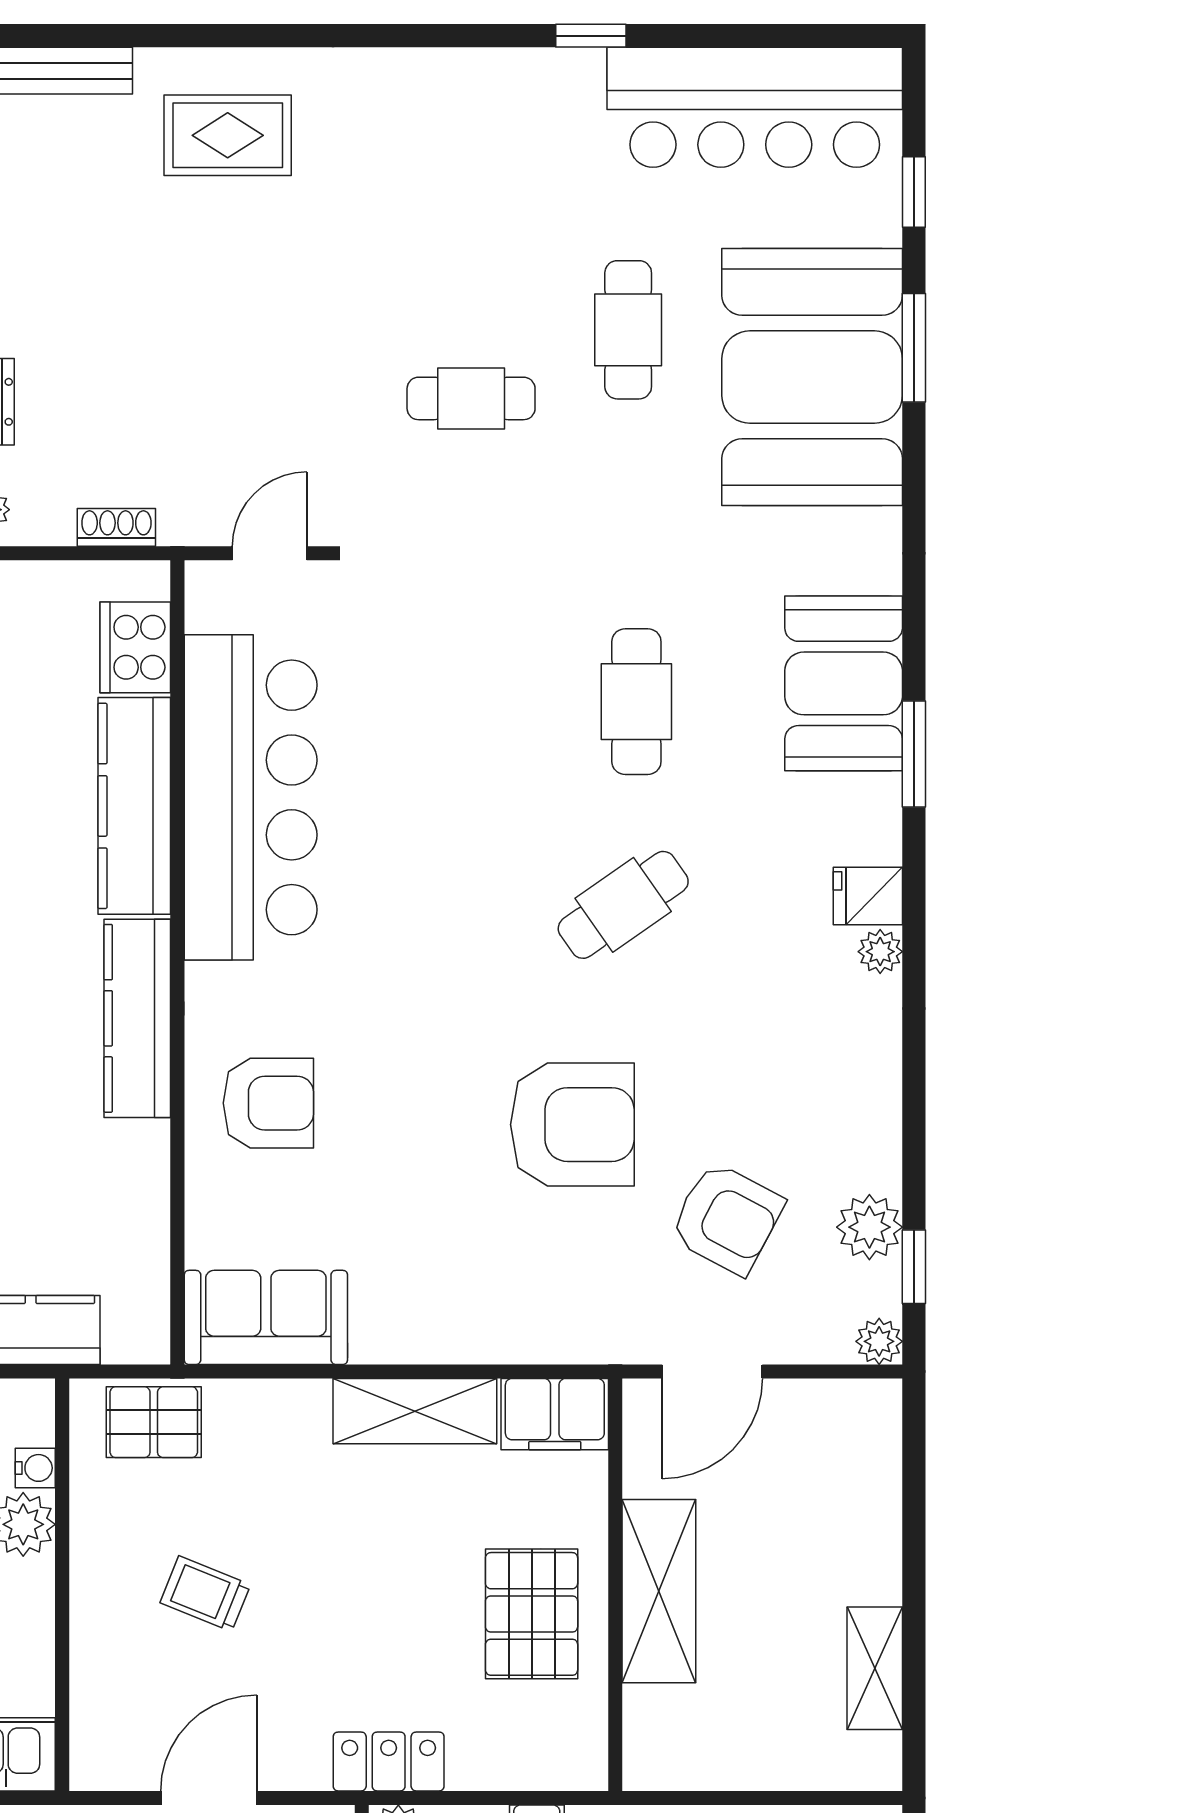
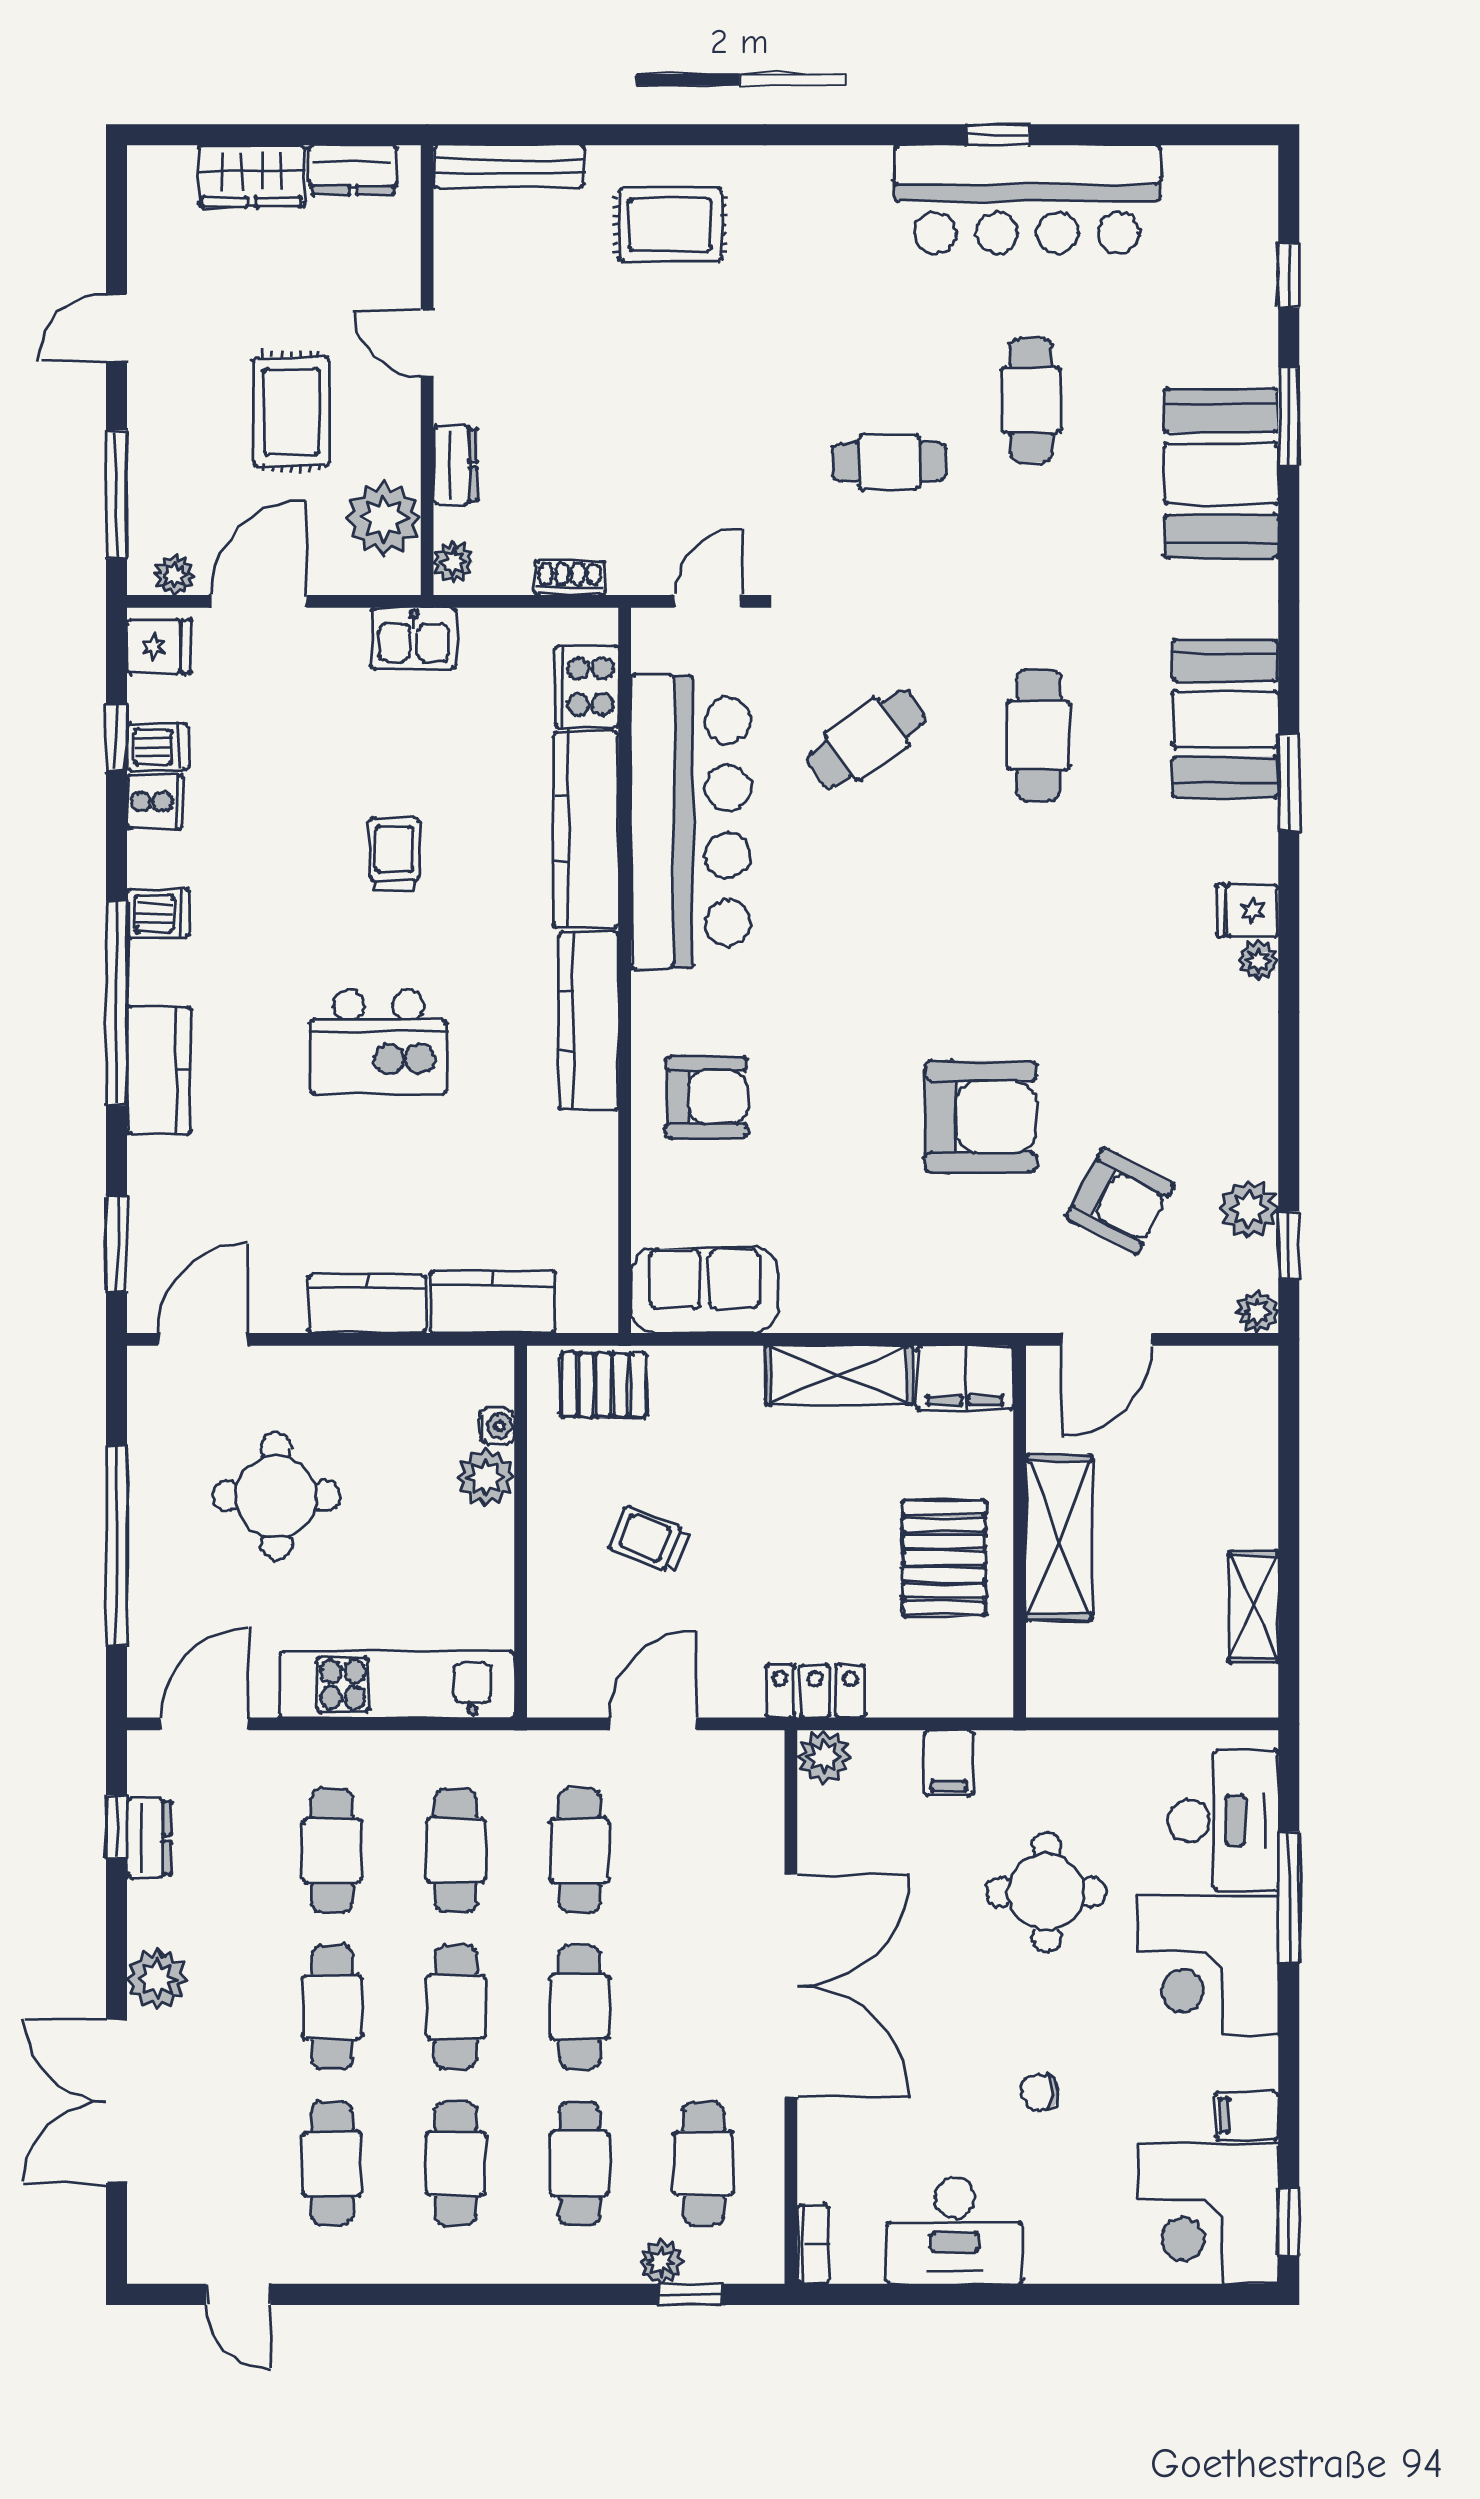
bar counter: (755, 107) -> (1027, 199), moved
booth: (812, 377) -> (1221, 473), width x0.73, depth x0.70
cafe table: (623, 905) -> (866, 739), moved

